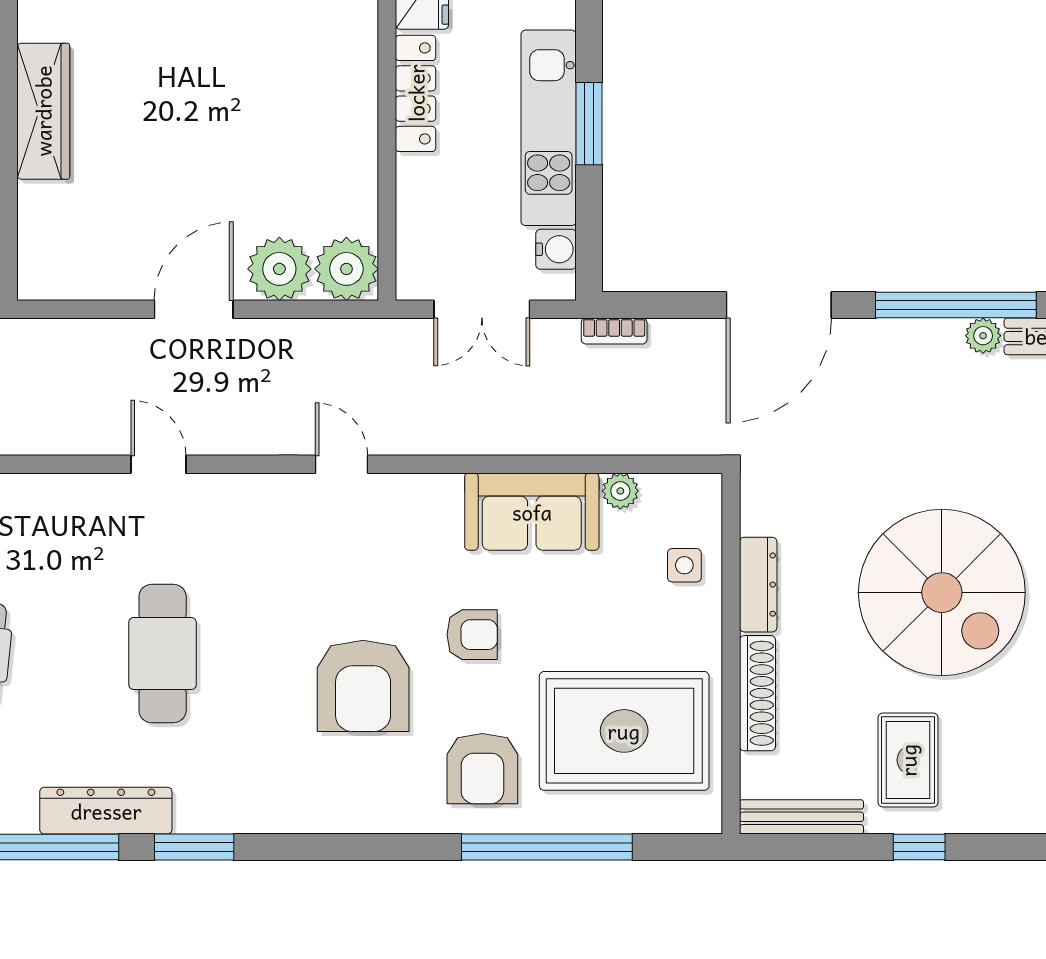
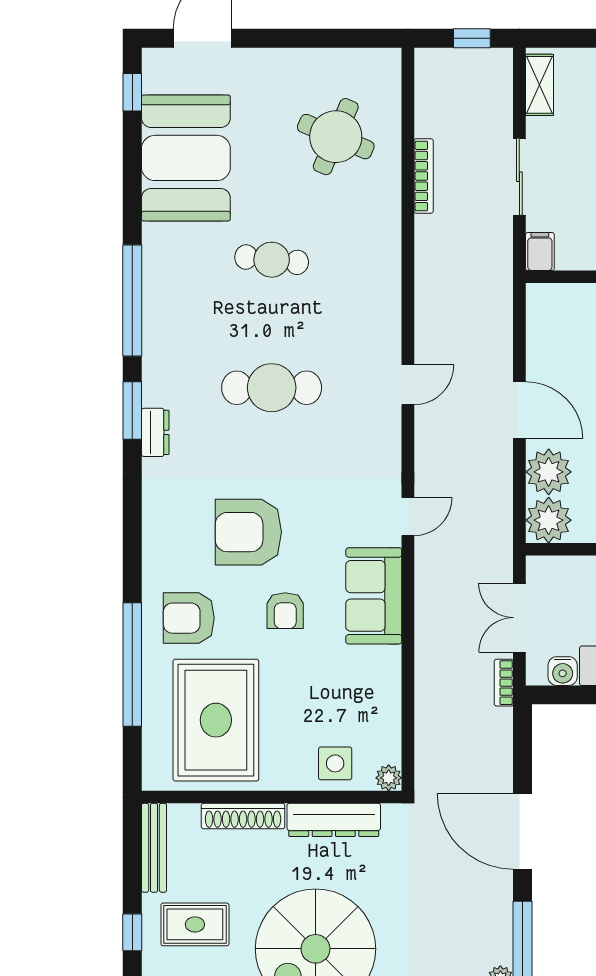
bookcase: (614, 331) -> (504, 683), moved
plant: (620, 491) -> (389, 778), moved
sofa: (532, 512) -> (374, 596), moved
side table: (684, 565) -> (335, 763), width x1.37, depth x1.37
dresser: (758, 585) -> (334, 820), width x1.37, depth x1.24
dresser: (106, 811) -> (155, 432), moved, width x0.51, depth x0.80

